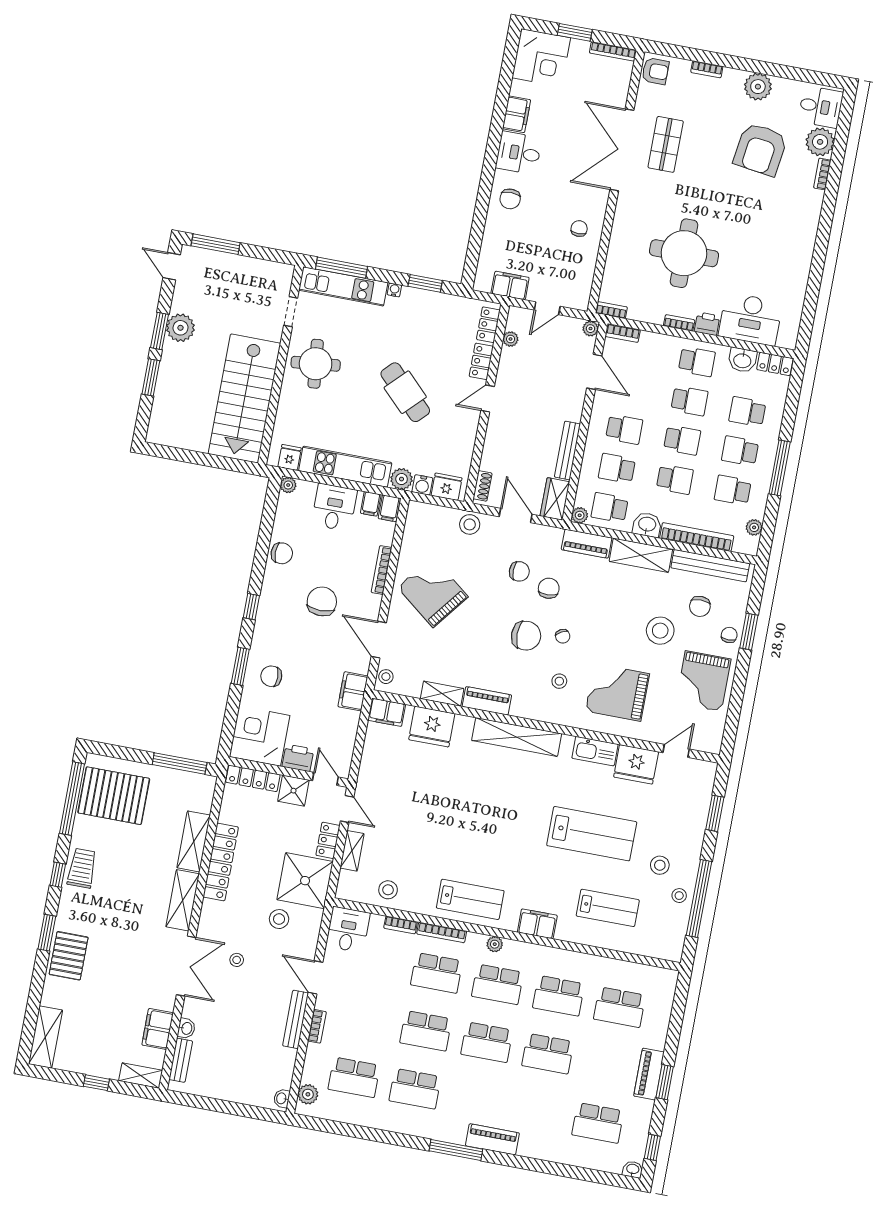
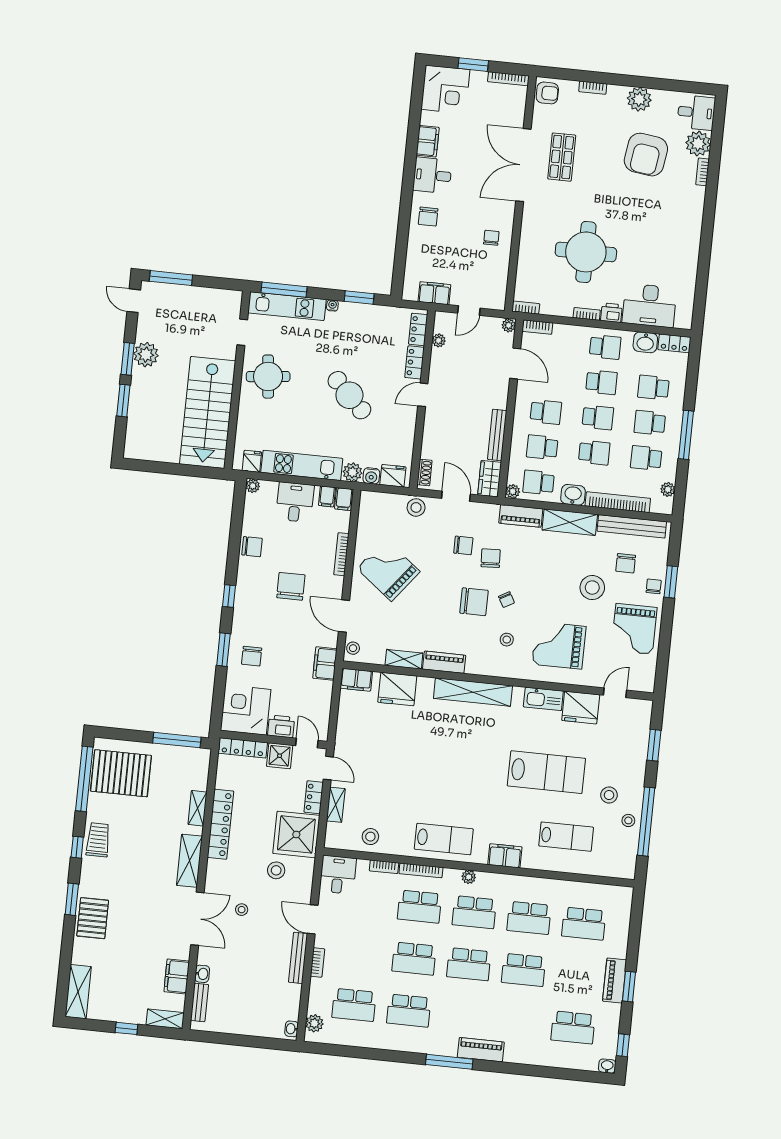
chair: (271, 676) -> (252, 656), turned -90
shelving: (194, 841) -> (198, 808), width x0.67, depth x0.75

